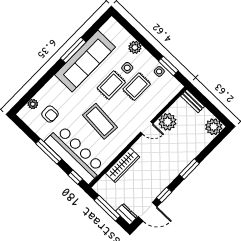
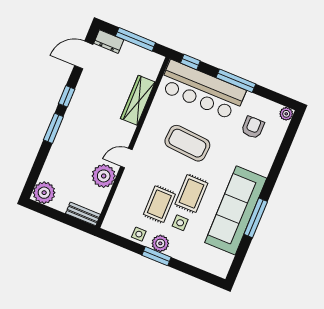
plant: (135, 47) -> (160, 243), moved
window: (168, 66) -> (156, 256), moved
plant: (33, 104) -> (286, 114), moved
armchair: (50, 114) -> (253, 127), turned 90
window: (164, 195) -> (67, 96), moved

